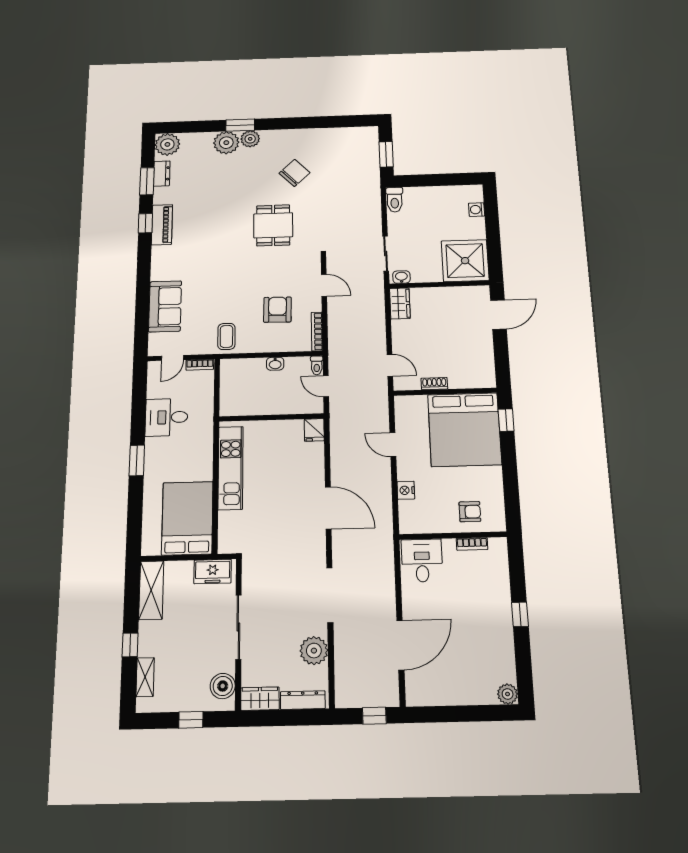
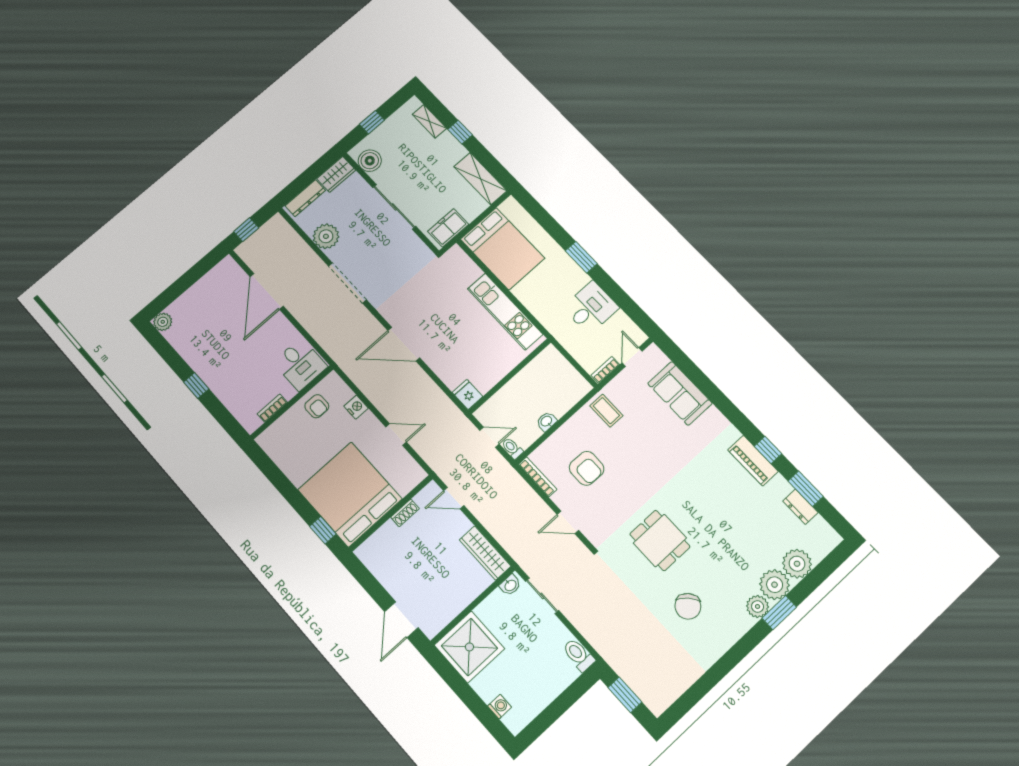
plant: (167, 144) -> (797, 564), moved
wardrobe: (400, 303) -> (485, 553), width x1.50
armchair: (470, 512) -> (317, 406), moved, turned -90

